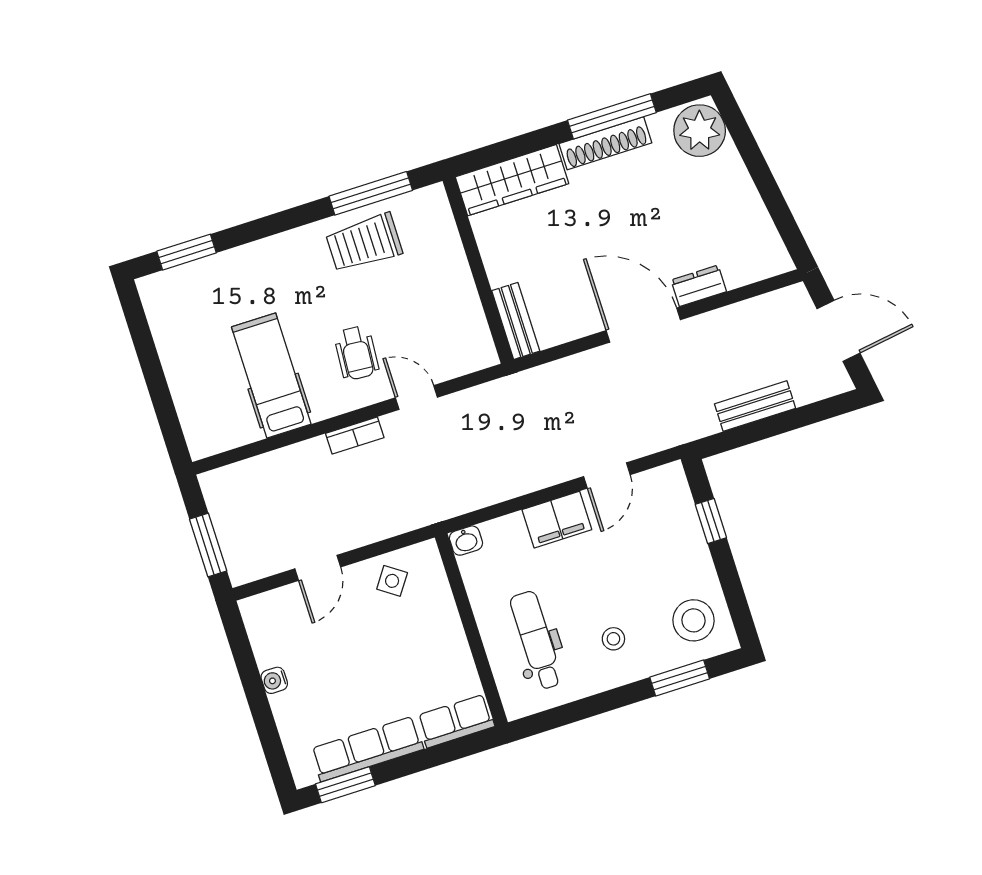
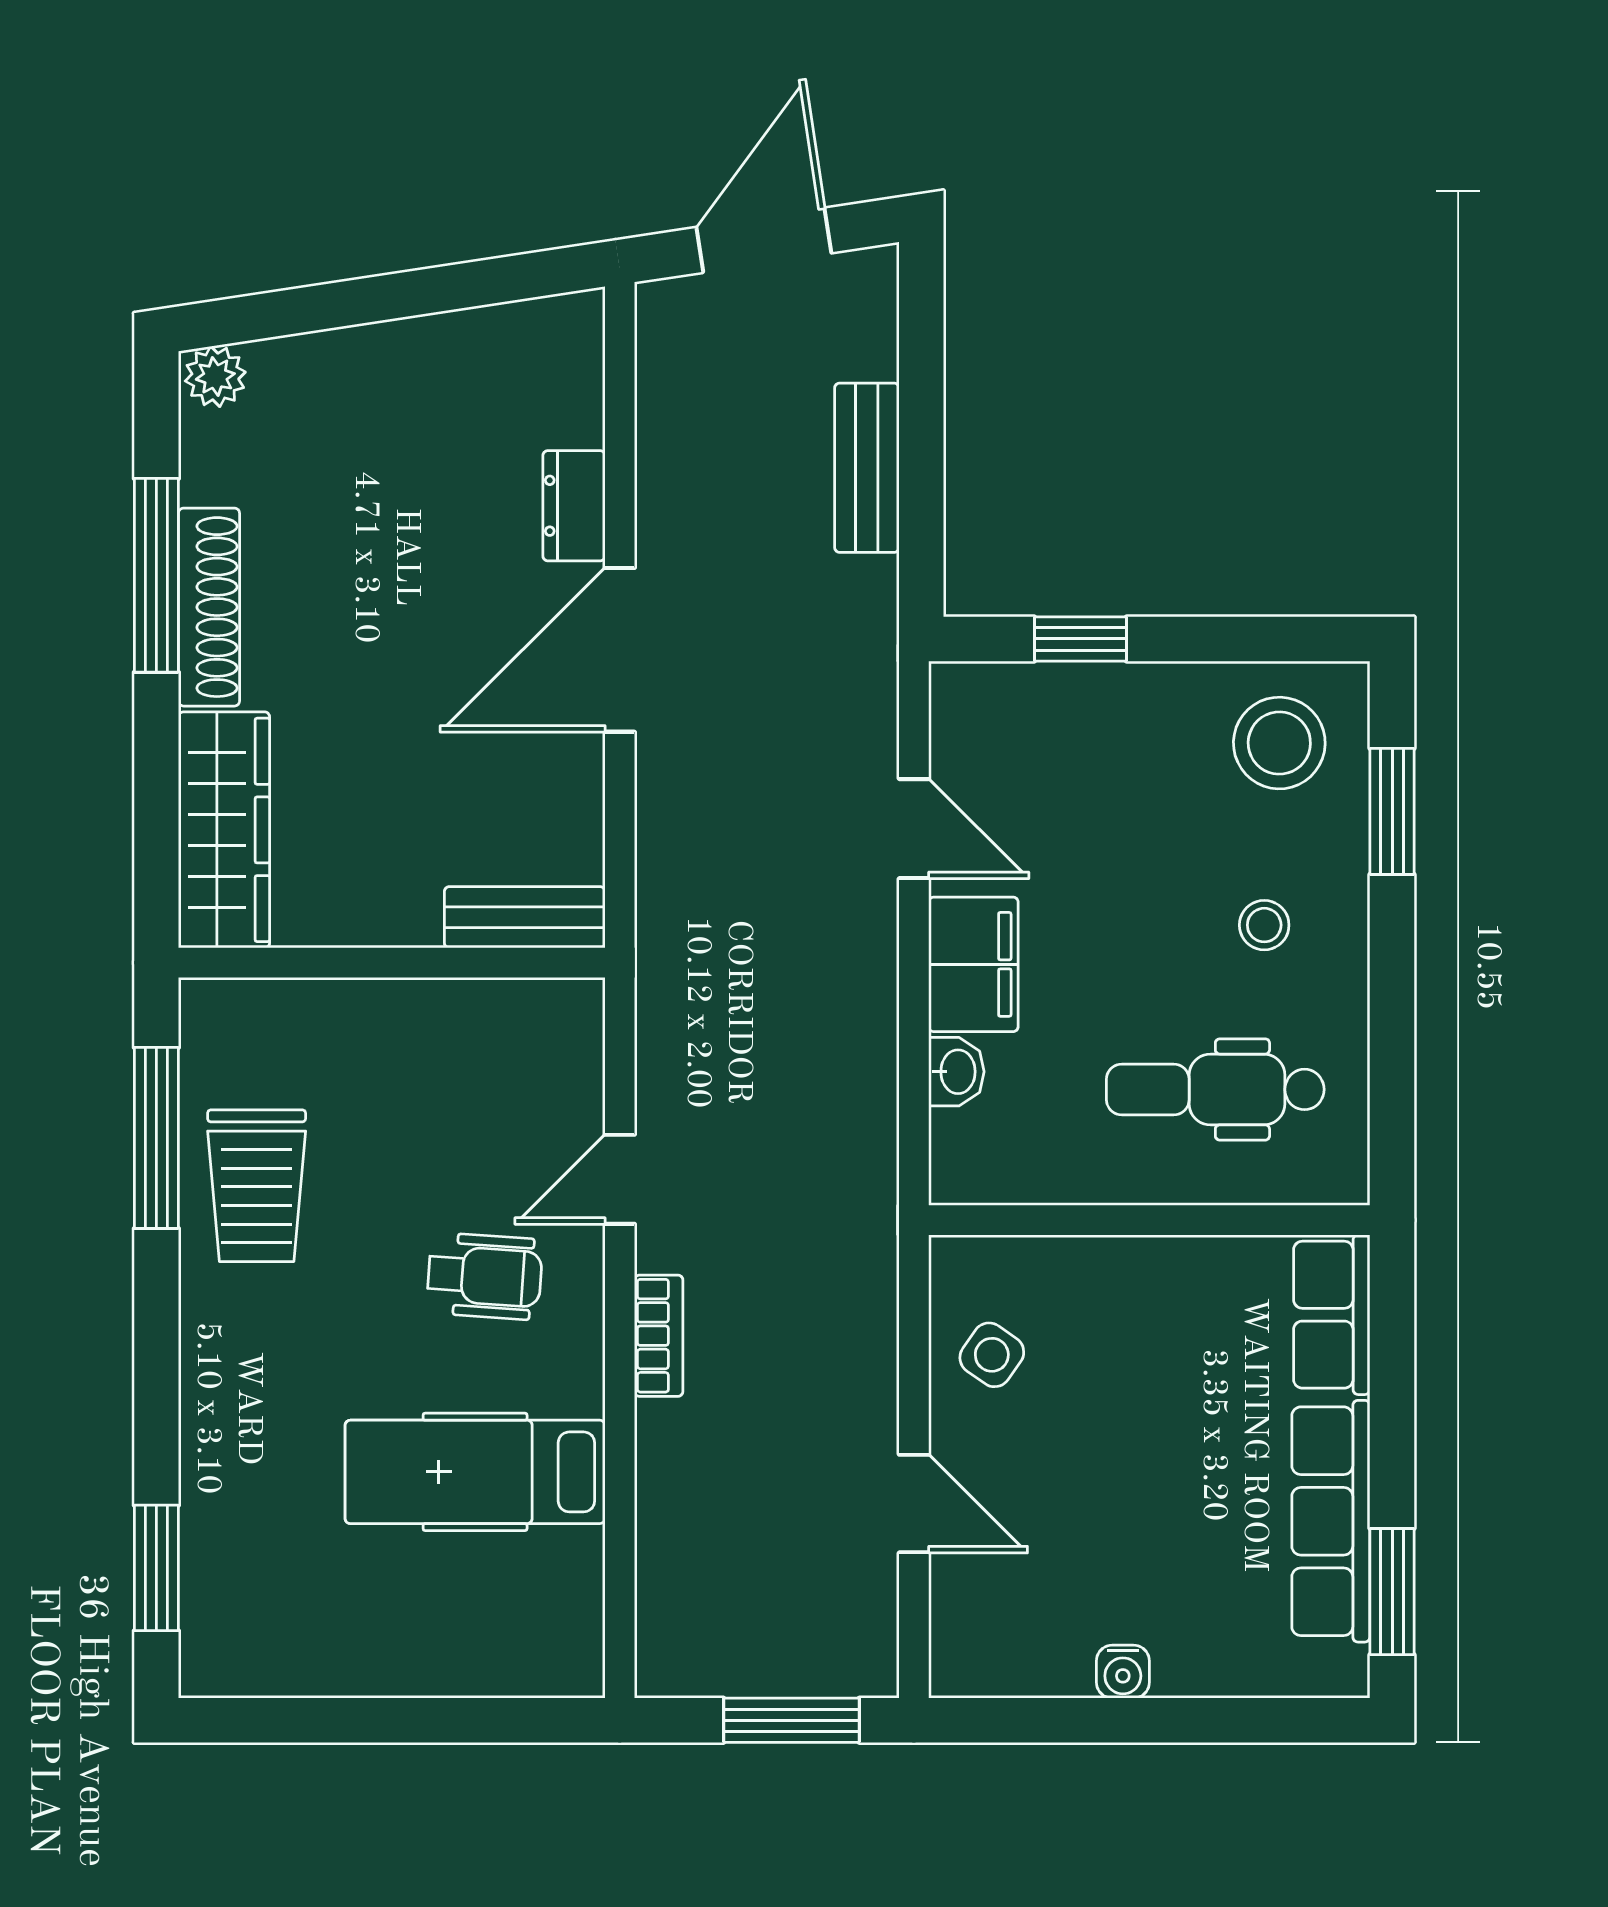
plant: (700, 131) -> (215, 376), width x0.53, depth x0.53
washbasin: (466, 541) -> (956, 1072), moved

